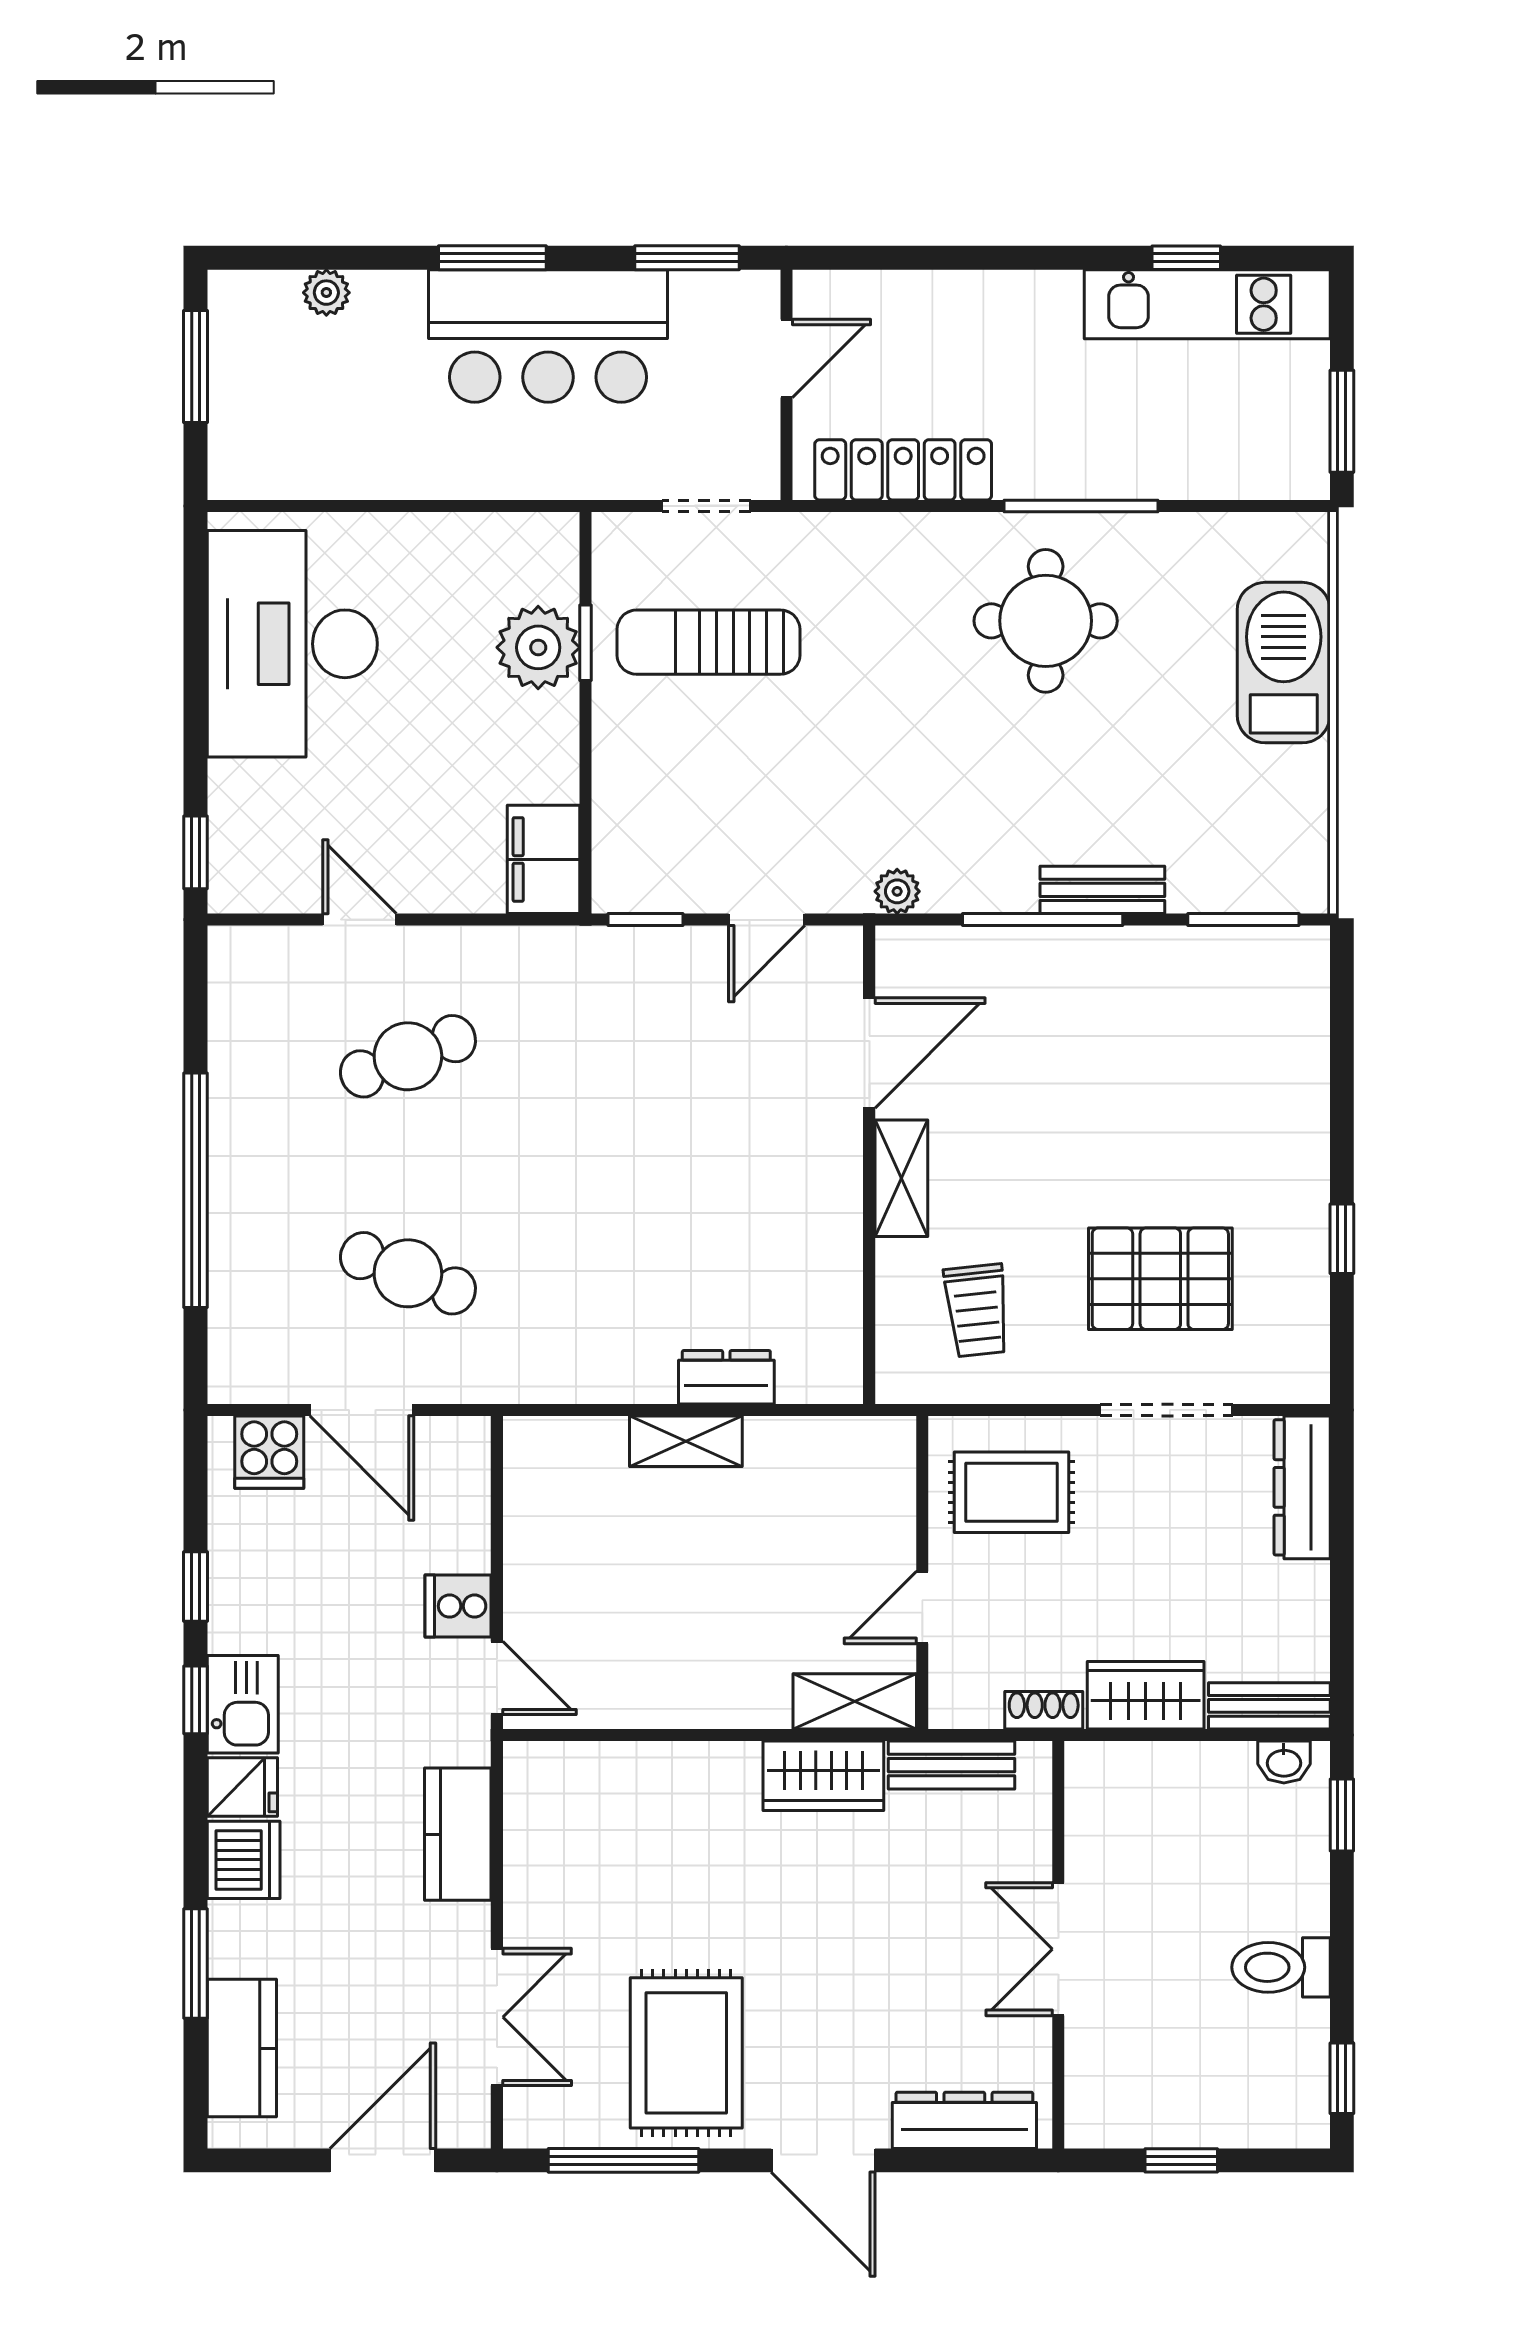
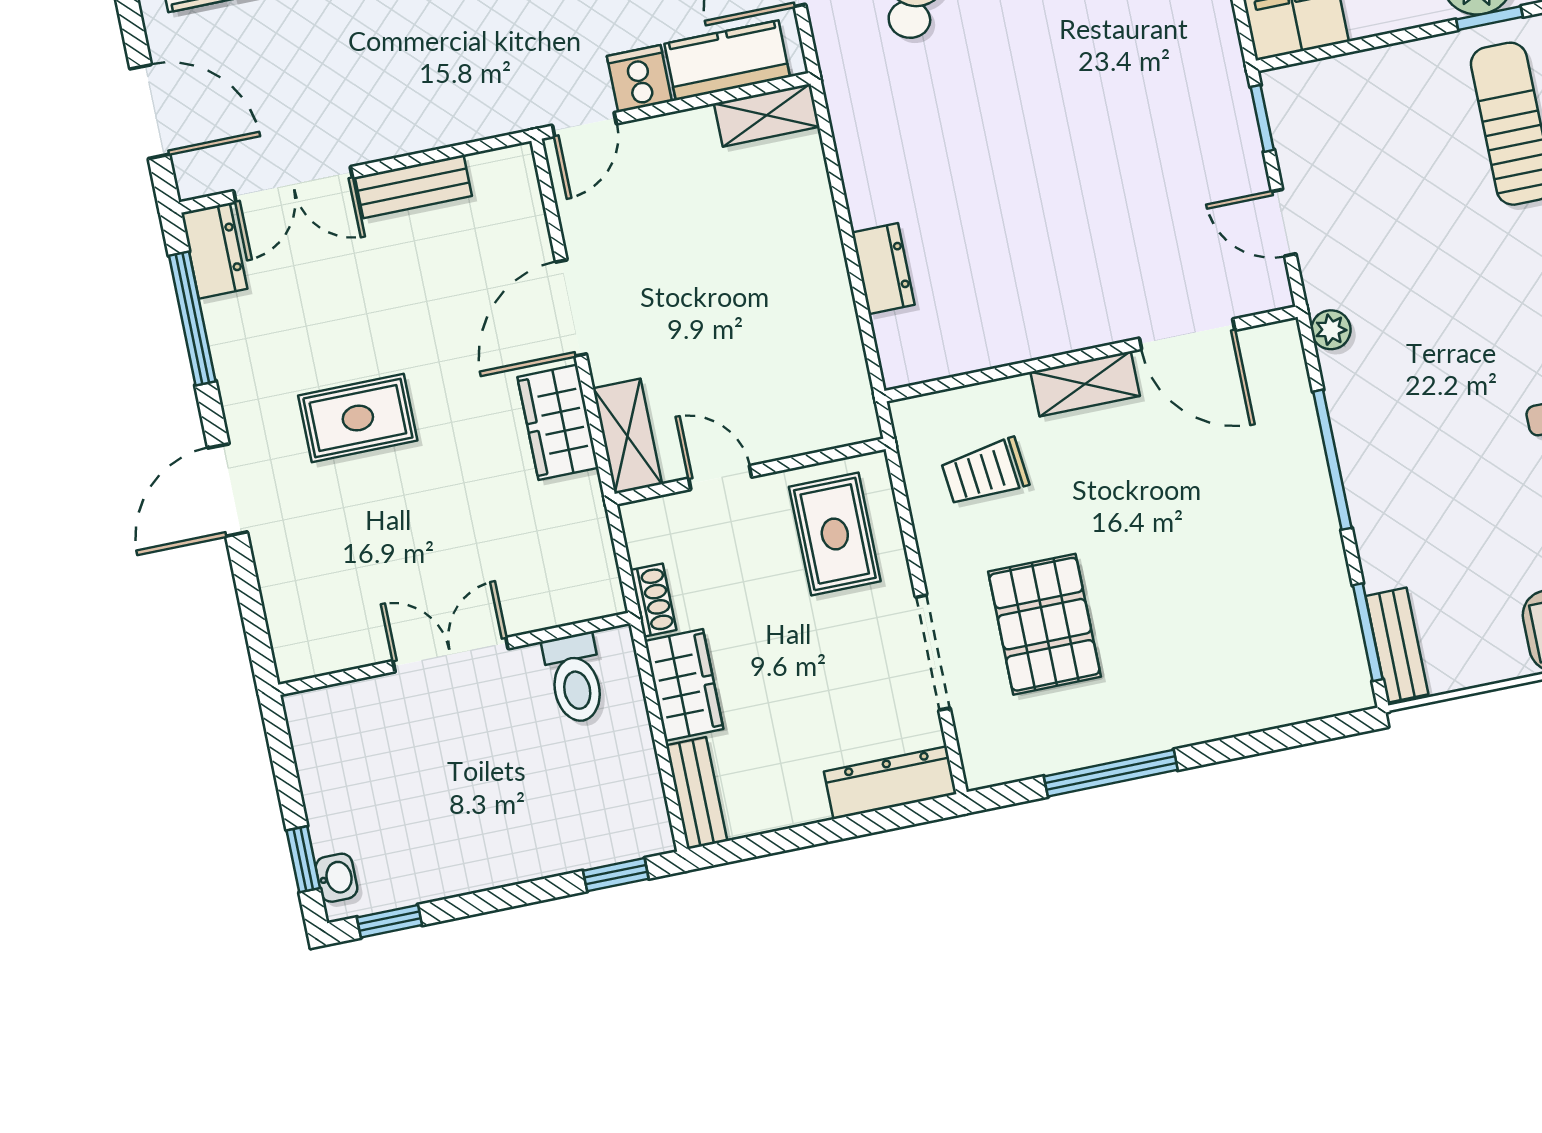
bench: (1102, 890) -> (1397, 645), moved
window: (1342, 1239) -> (1111, 773), width x2.17
shelving: (686, 1441) -> (767, 115), moved, turned 90
door: (699, 1735) -> (571, 308), added
washbasin: (1284, 1762) -> (336, 878), moved, turned 180
bench: (951, 1765) -> (413, 187), moved, turned 90
kitchen counter: (458, 1834) -> (727, 60), moved
toilet: (1281, 1967) -> (575, 678), moved, turned 180
rug: (686, 2053) -> (358, 418), moved, width x0.73, depth x0.70
dresser: (964, 2120) -> (214, 251), moved, width x0.70
window: (1181, 2160) -> (303, 859), moved

